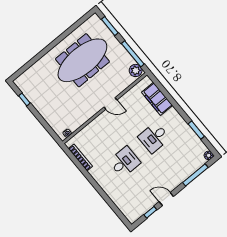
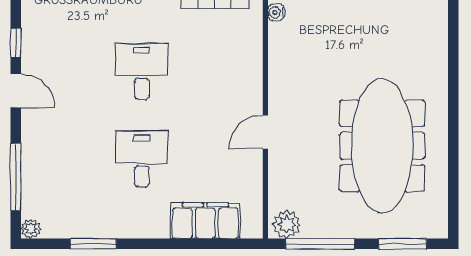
desk: (125, 162) -> (142, 71), turned 180
door: (166, 199) -> (16, 91), hinge flipped

